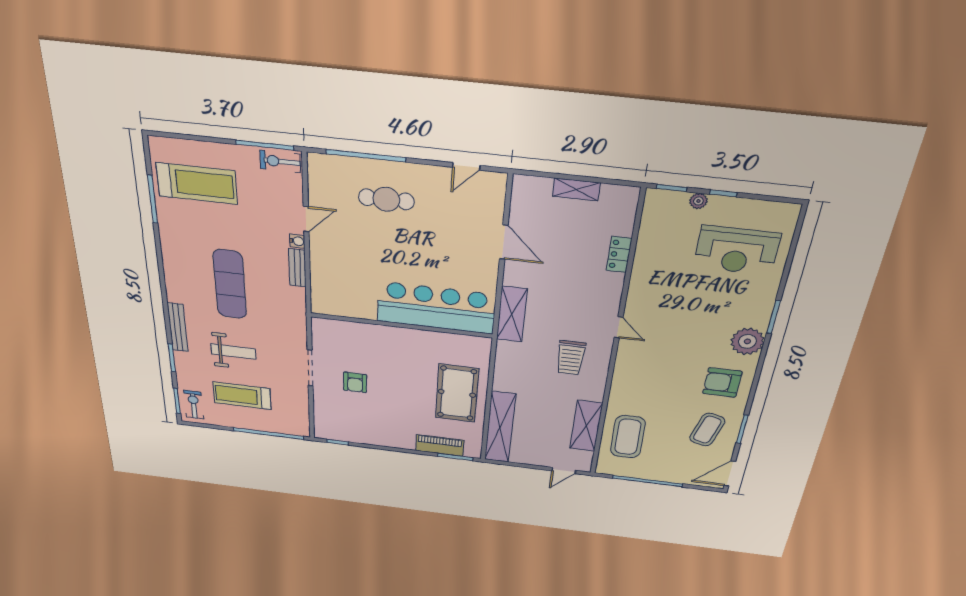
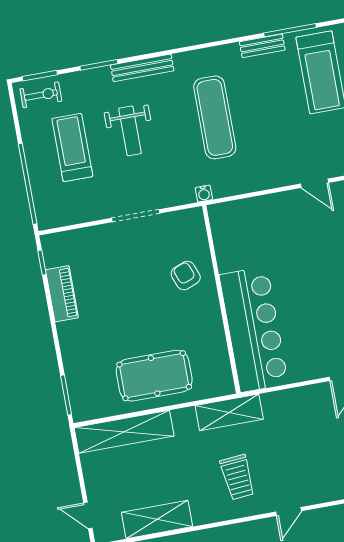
water cooler: (297, 241) -> (204, 194), moved
bench: (297, 268) -> (262, 46), moved
exercise mat: (230, 284) -> (215, 117), turned 90
shelving: (512, 314) -> (229, 412), moved
trolley: (571, 358) -> (238, 477), turned -95
armchair: (355, 382) -> (186, 276), moved, turned 69
piano: (440, 445) -> (62, 294), moved

